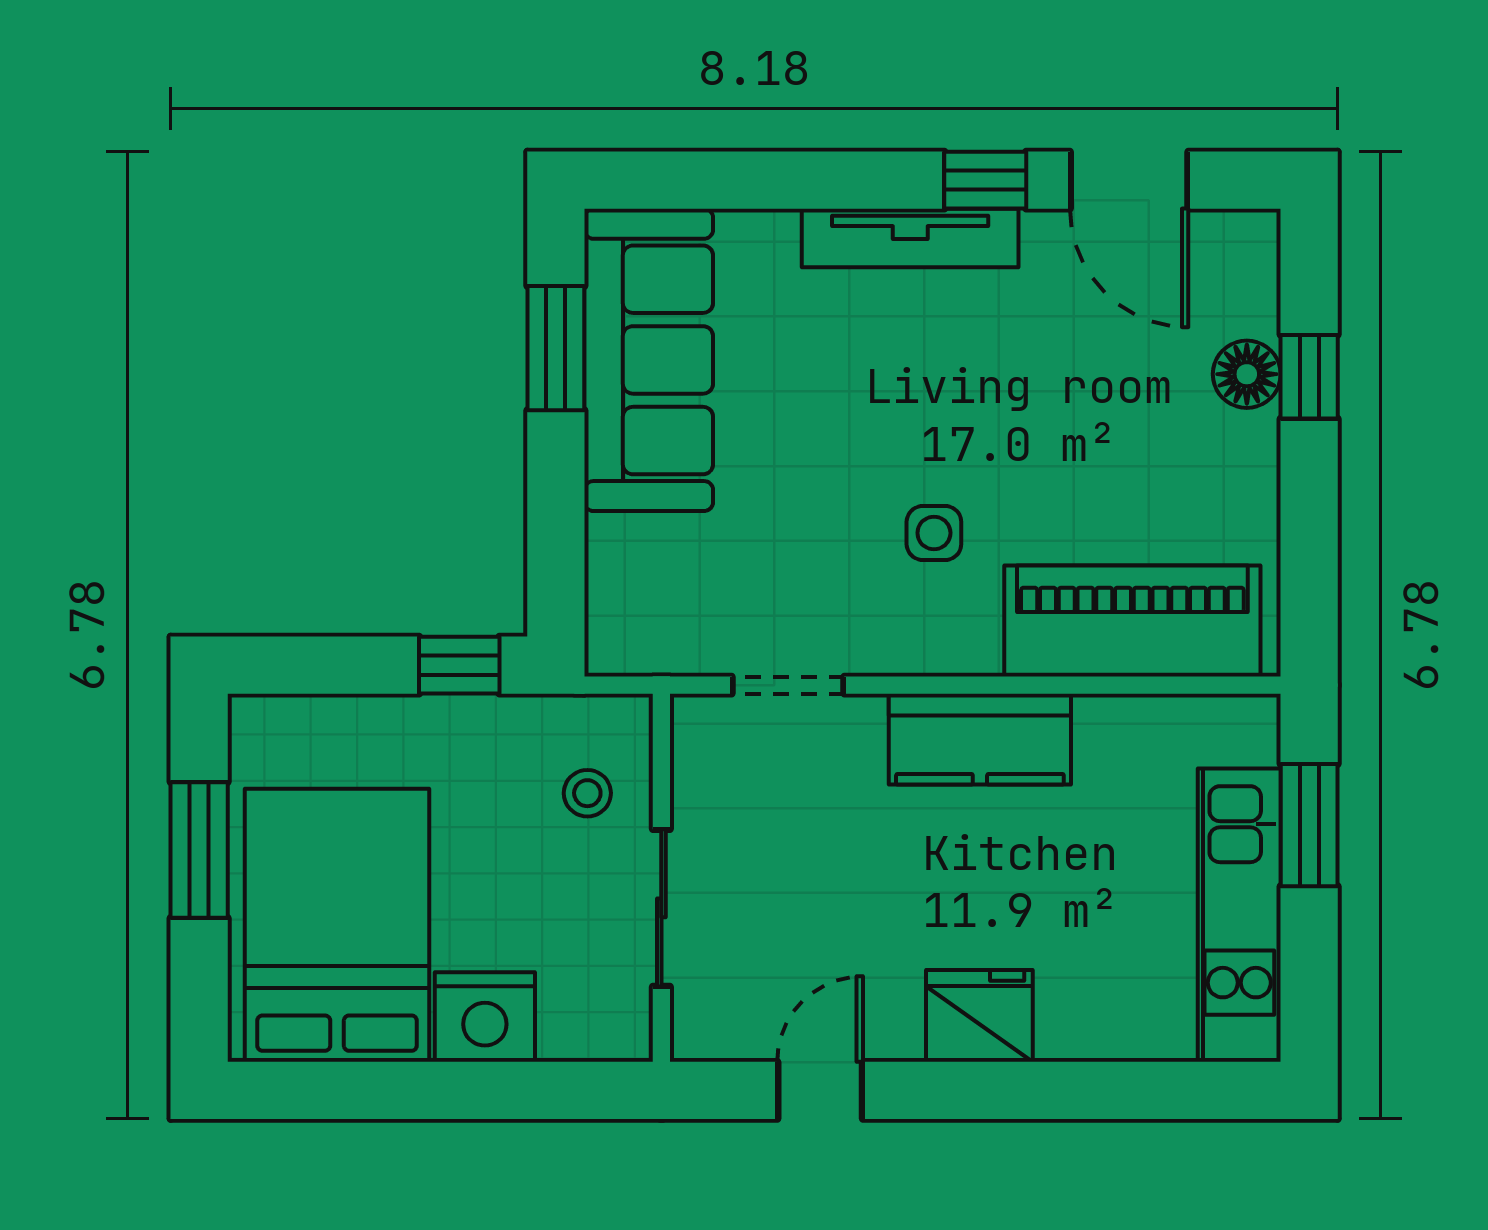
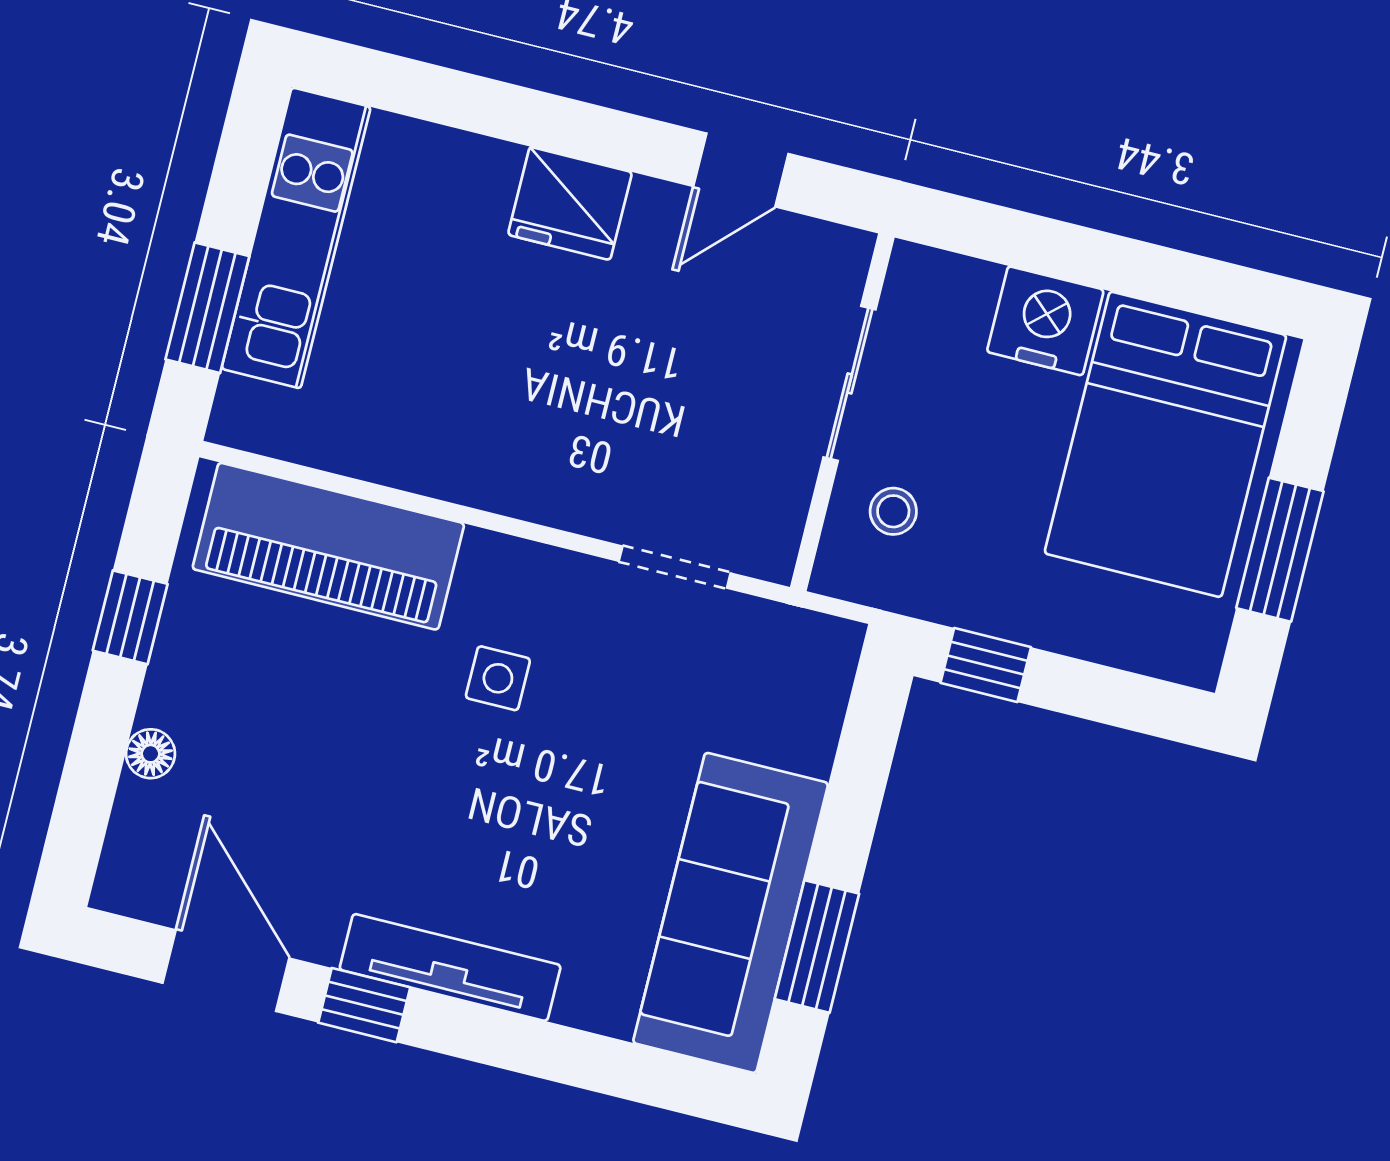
floor lamp: (1247, 374) -> (150, 754), width x0.73, depth x0.73
window: (1309, 377) -> (130, 617), moved
kitchen counter: (980, 739) -> (503, 469), removed

